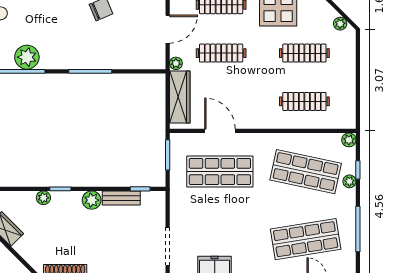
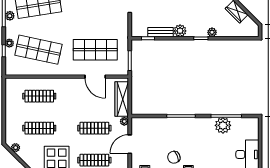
plant: (349, 140) -> (10, 16), moved

